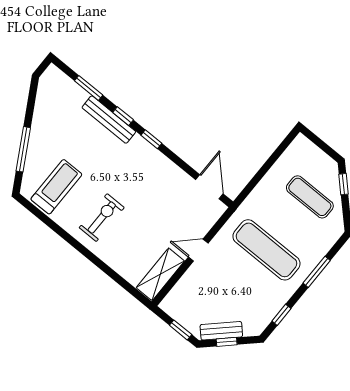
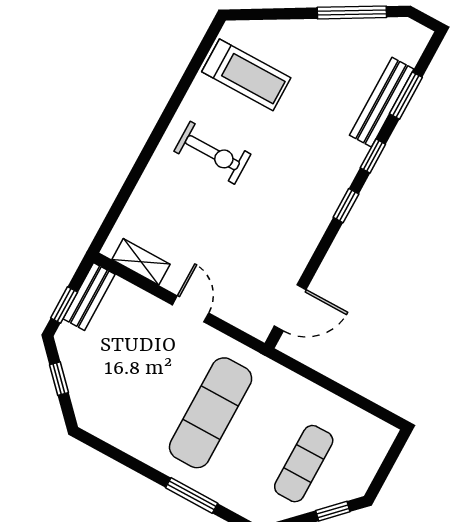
bench: (109, 120) -> (382, 102), moved
window: (23, 149) -> (352, 12), moved
shelving: (160, 274) -> (141, 262), width x0.67, depth x0.75
window: (281, 315) -> (116, 454), removed
bench: (221, 331) -> (89, 297), moved, turned 44

